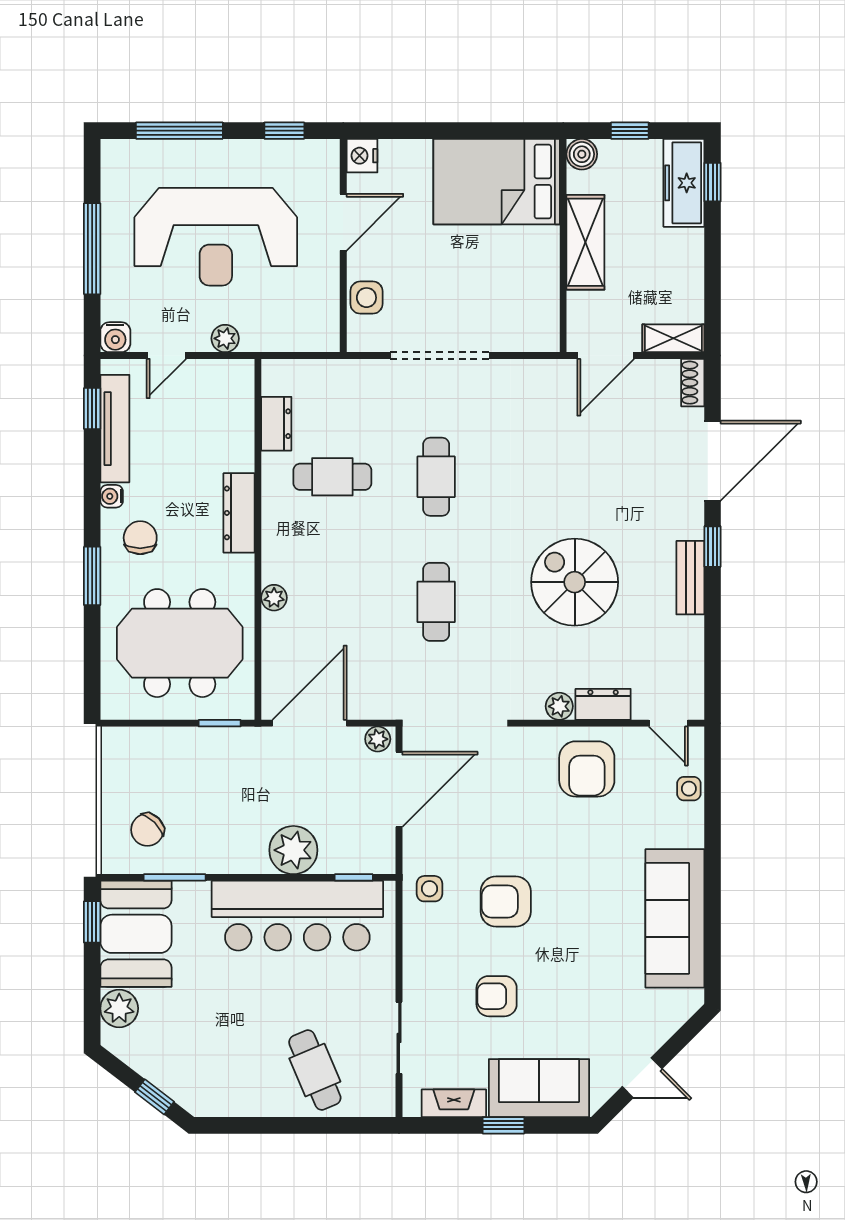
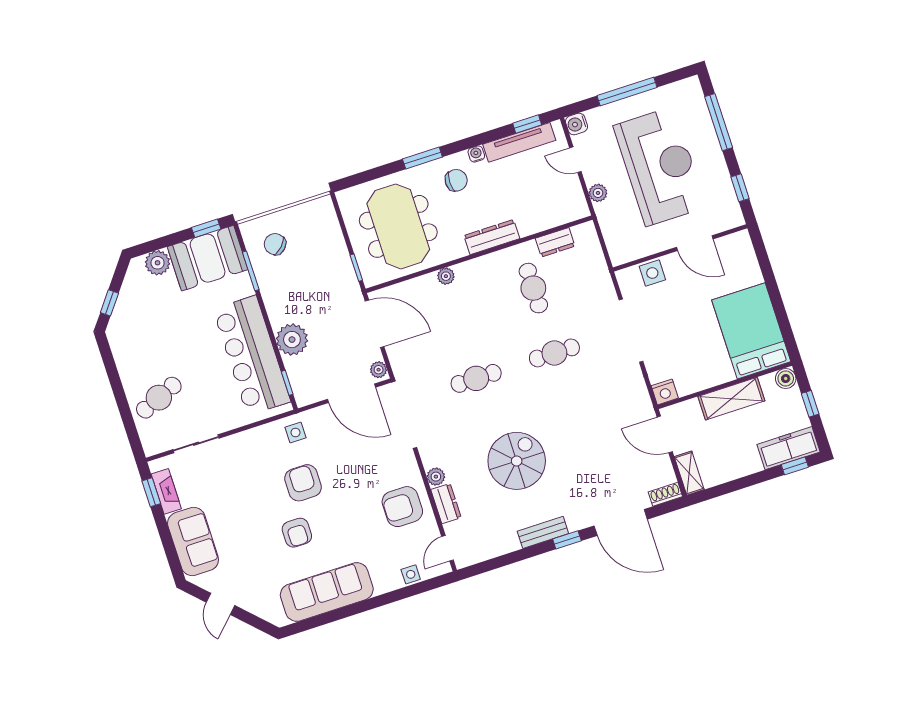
nightstand: (362, 156) -> (665, 392), moved, turned 180
reception desk: (216, 237) -> (660, 166), turned 180
armchair: (497, 996) -> (297, 533), moved, turned 180
window: (503, 1125) -> (151, 492), moved

